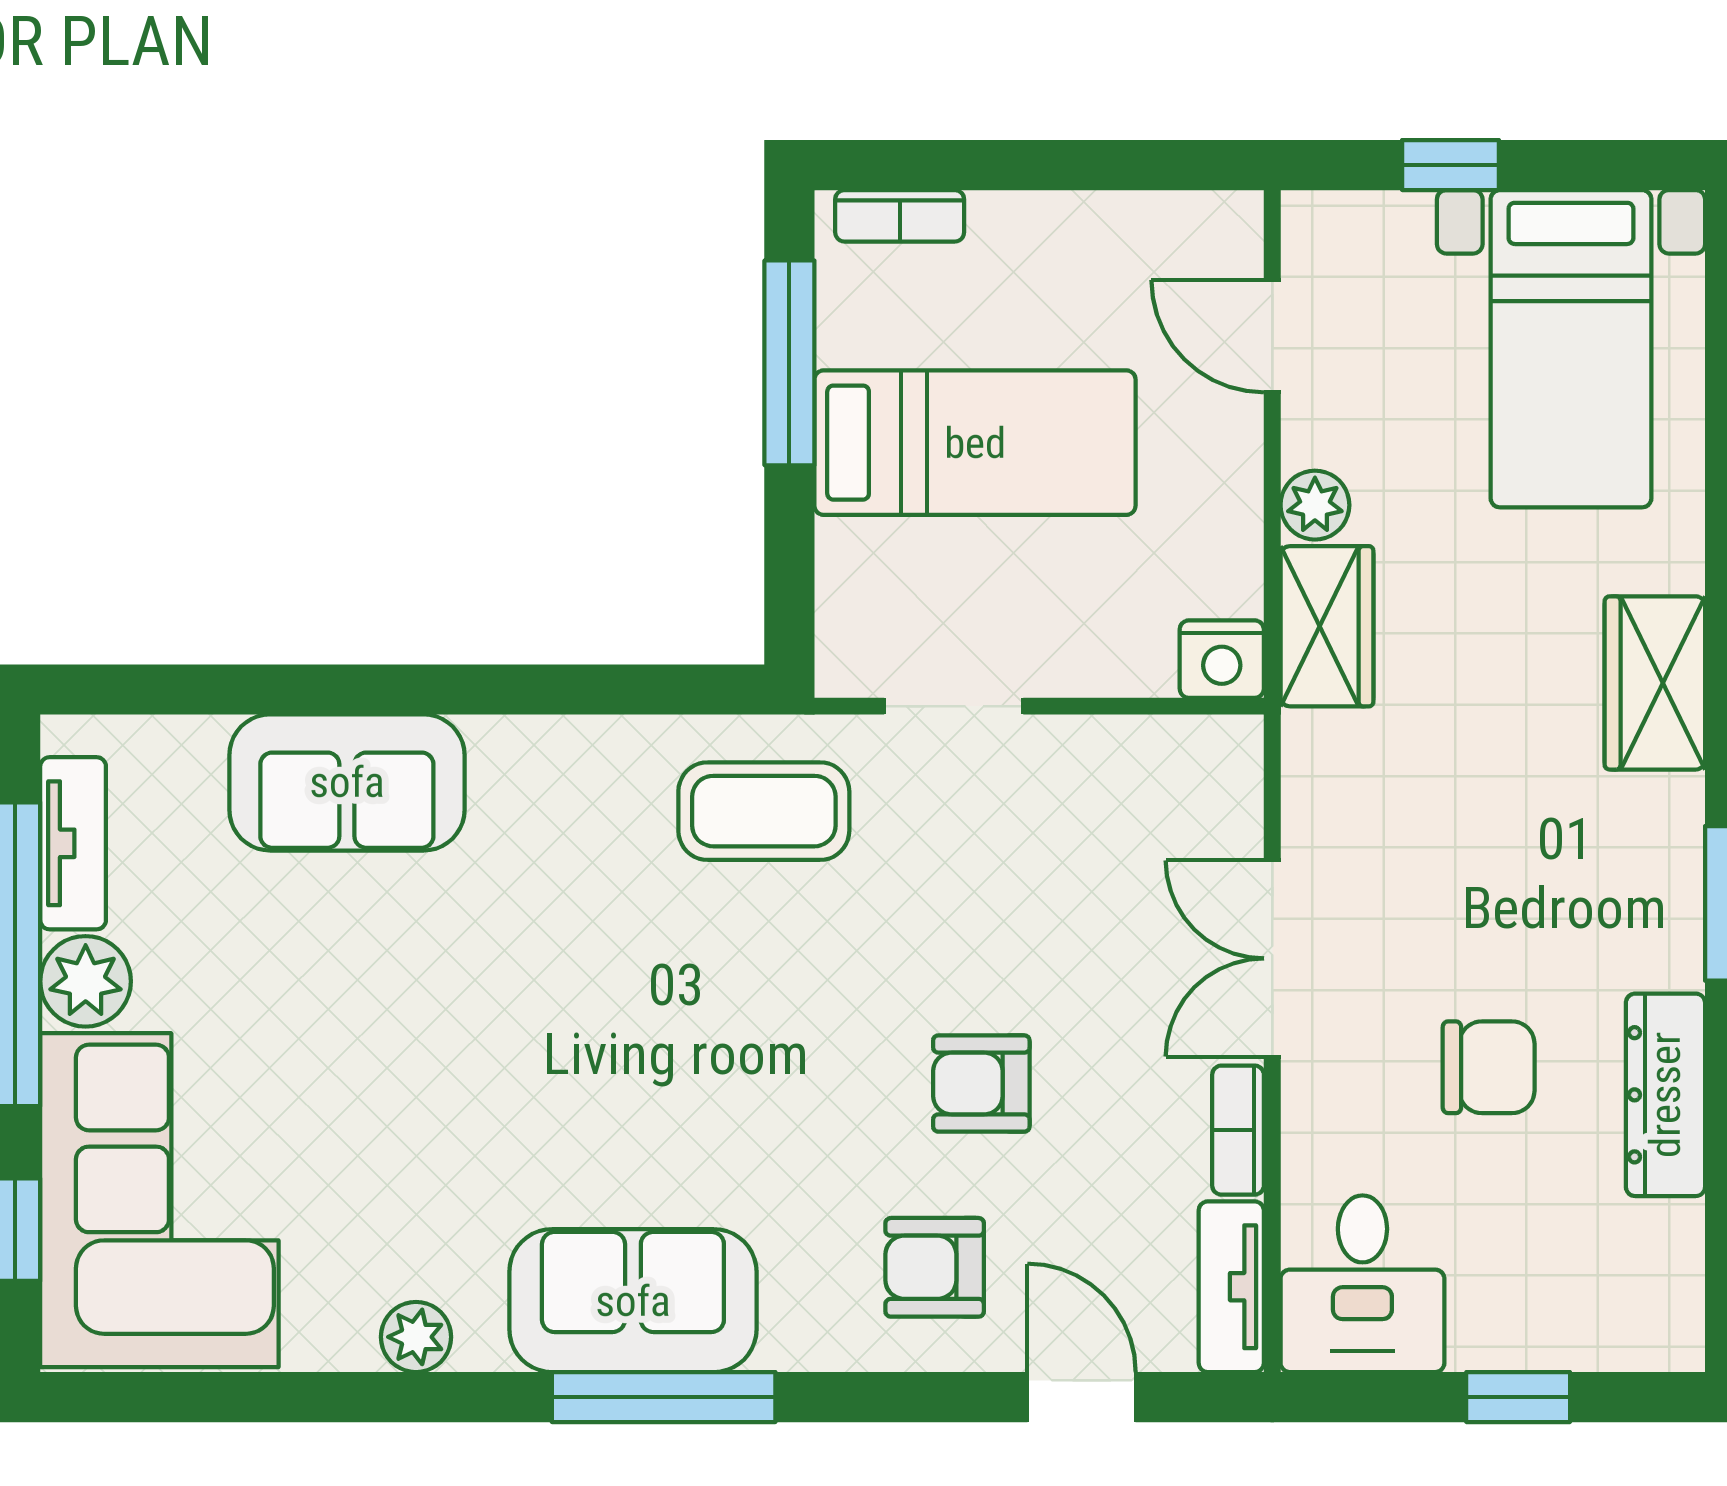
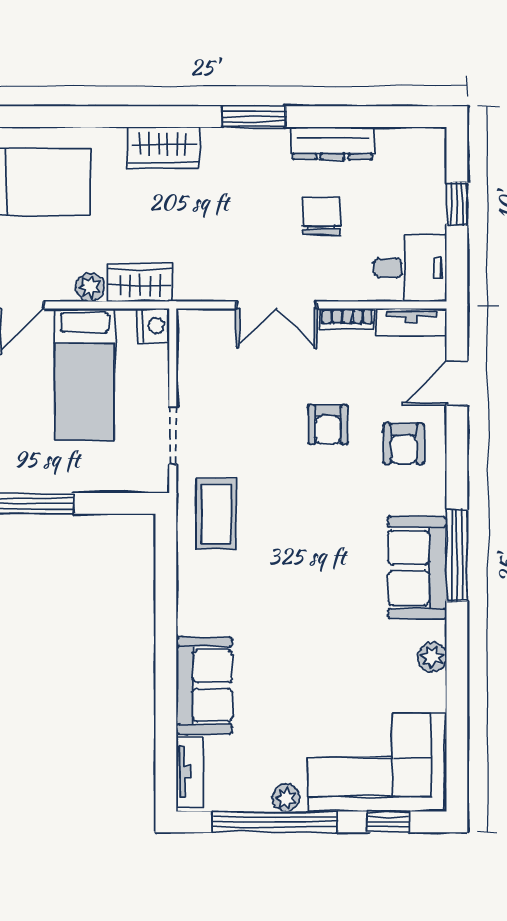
bed: (975, 443) -> (84, 374), moved, turned 180
tv unit: (73, 843) -> (190, 772), moved, turned 90
plant: (86, 981) -> (286, 798), width x0.73, depth x0.73

